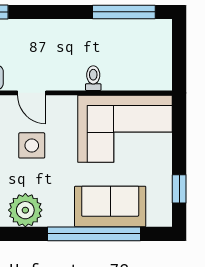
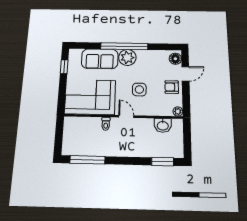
door: (32, 93) -> (126, 116), moved
plant: (25, 210) -> (127, 57), moved
window: (94, 234) -> (124, 46), moved

